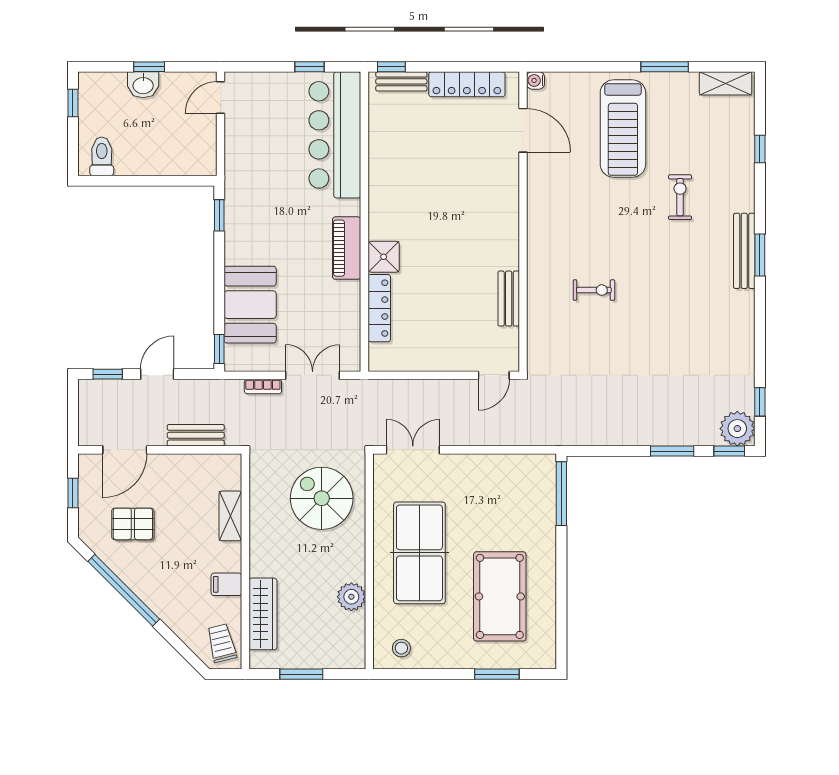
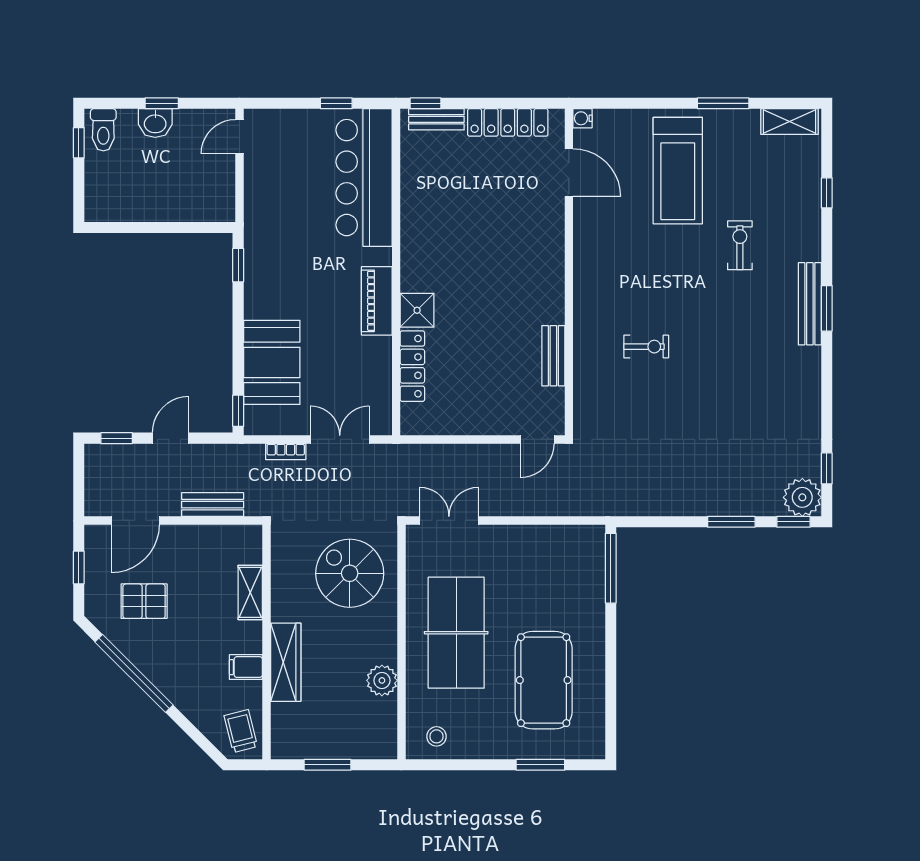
toilet: (102, 156) -> (103, 130), moved, turned 180
wardrobe: (263, 614) -> (286, 662), moved

